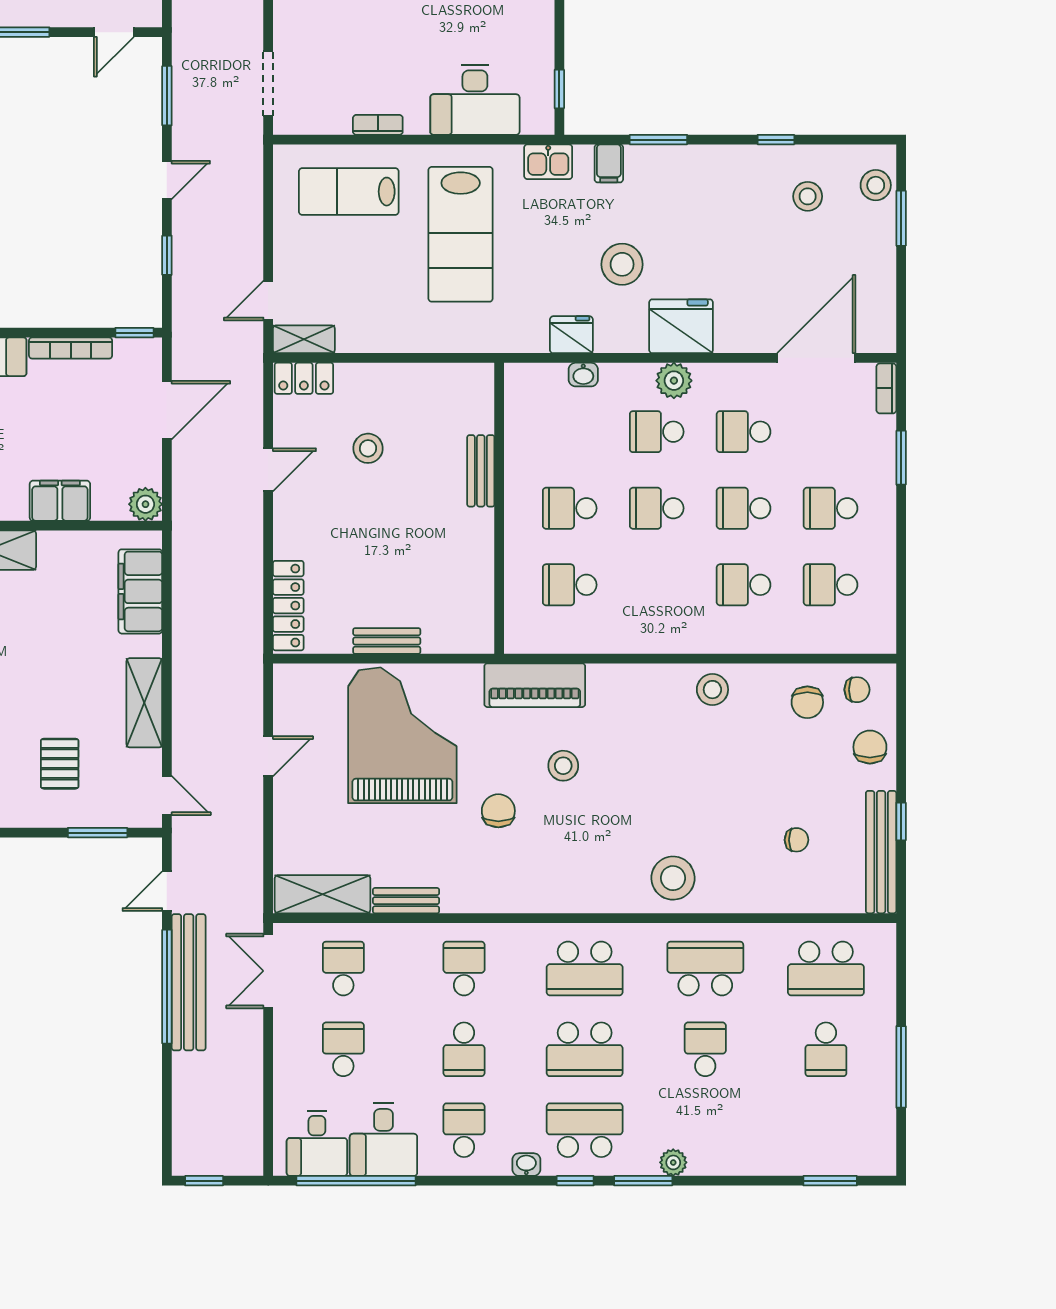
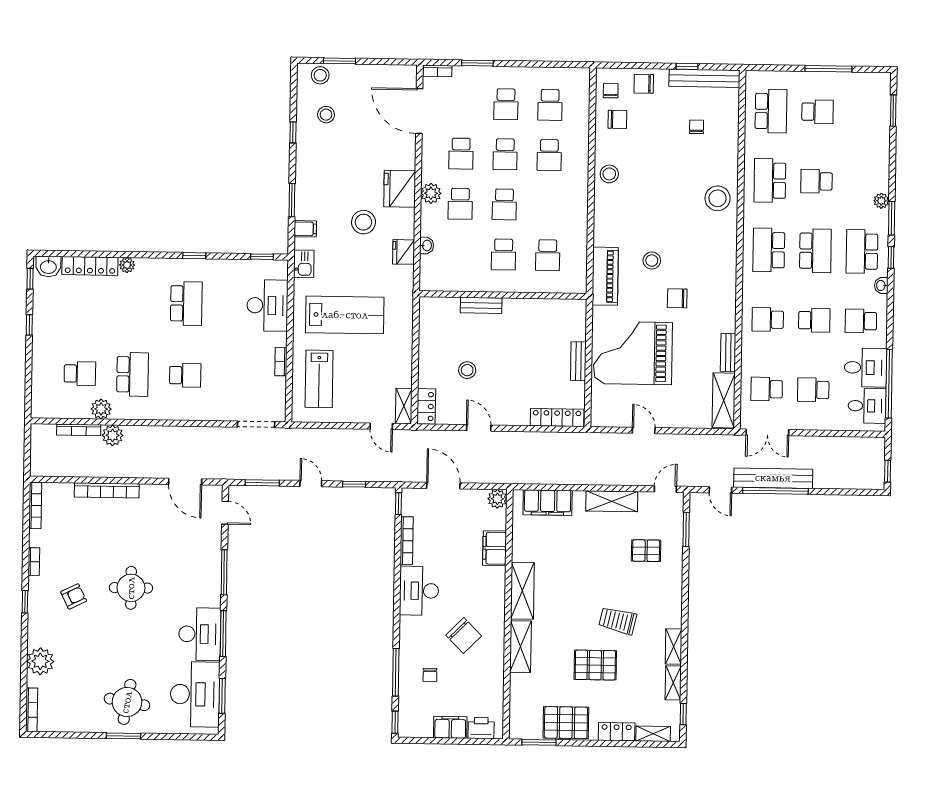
school desk: (585, 968) -> (769, 250), turned 180

